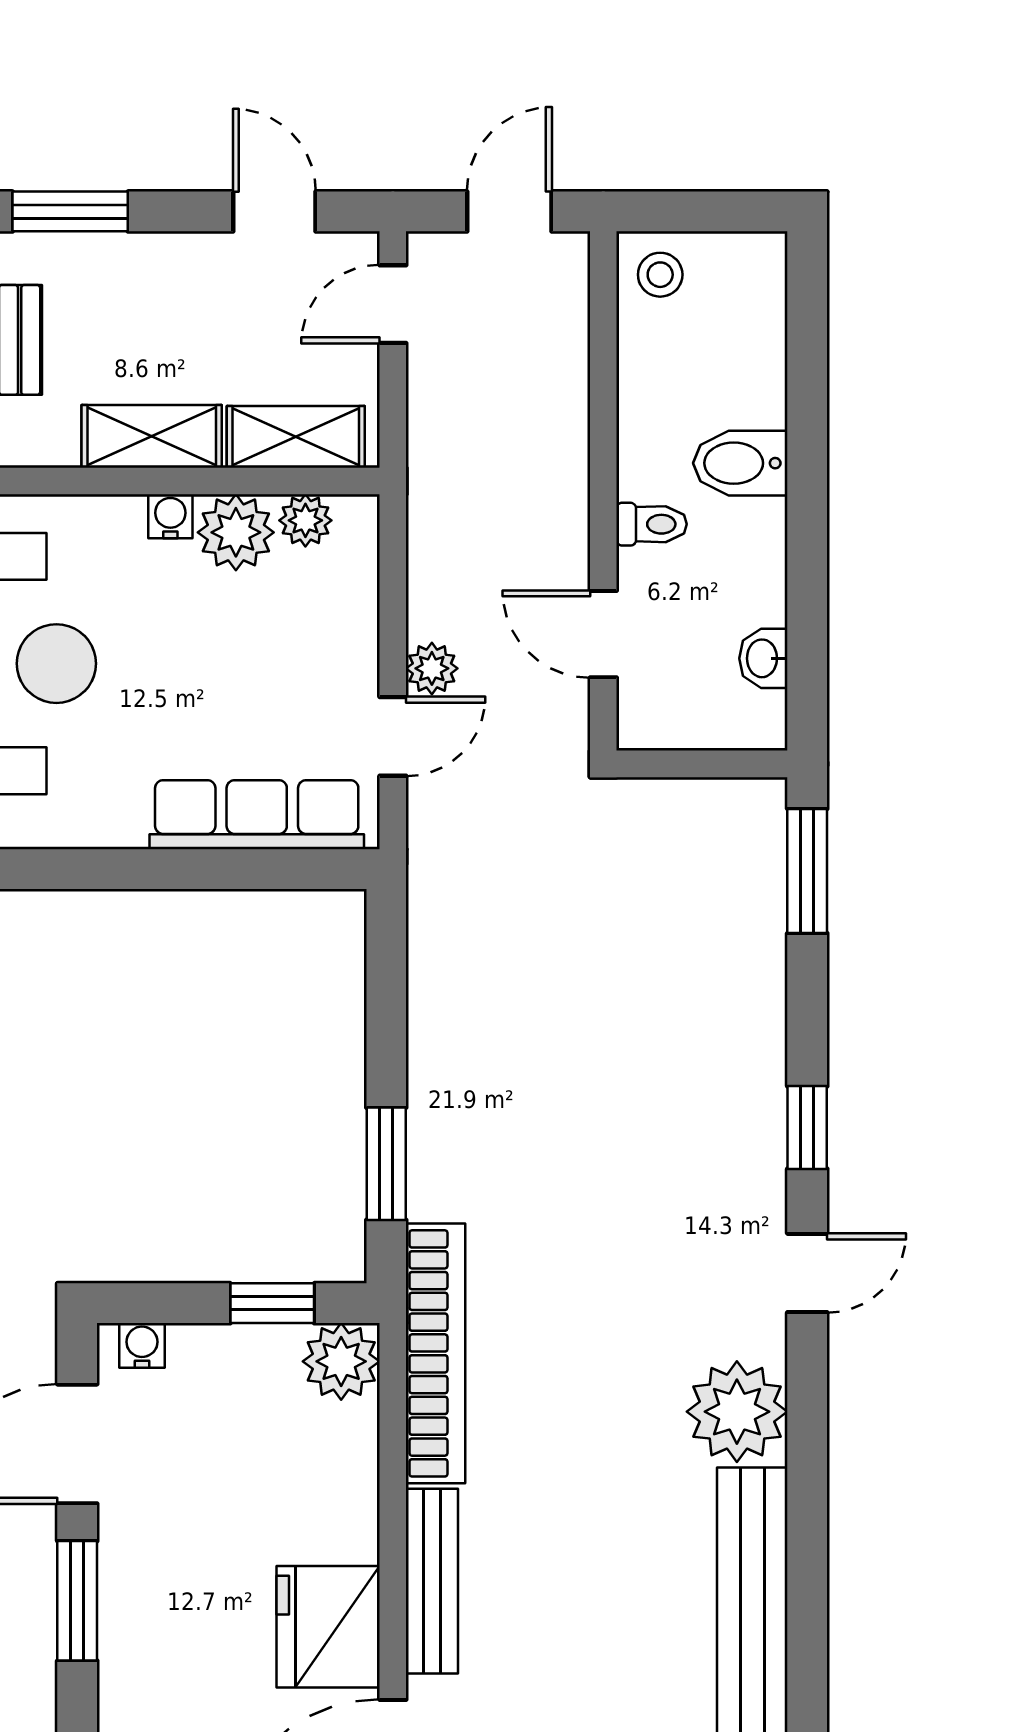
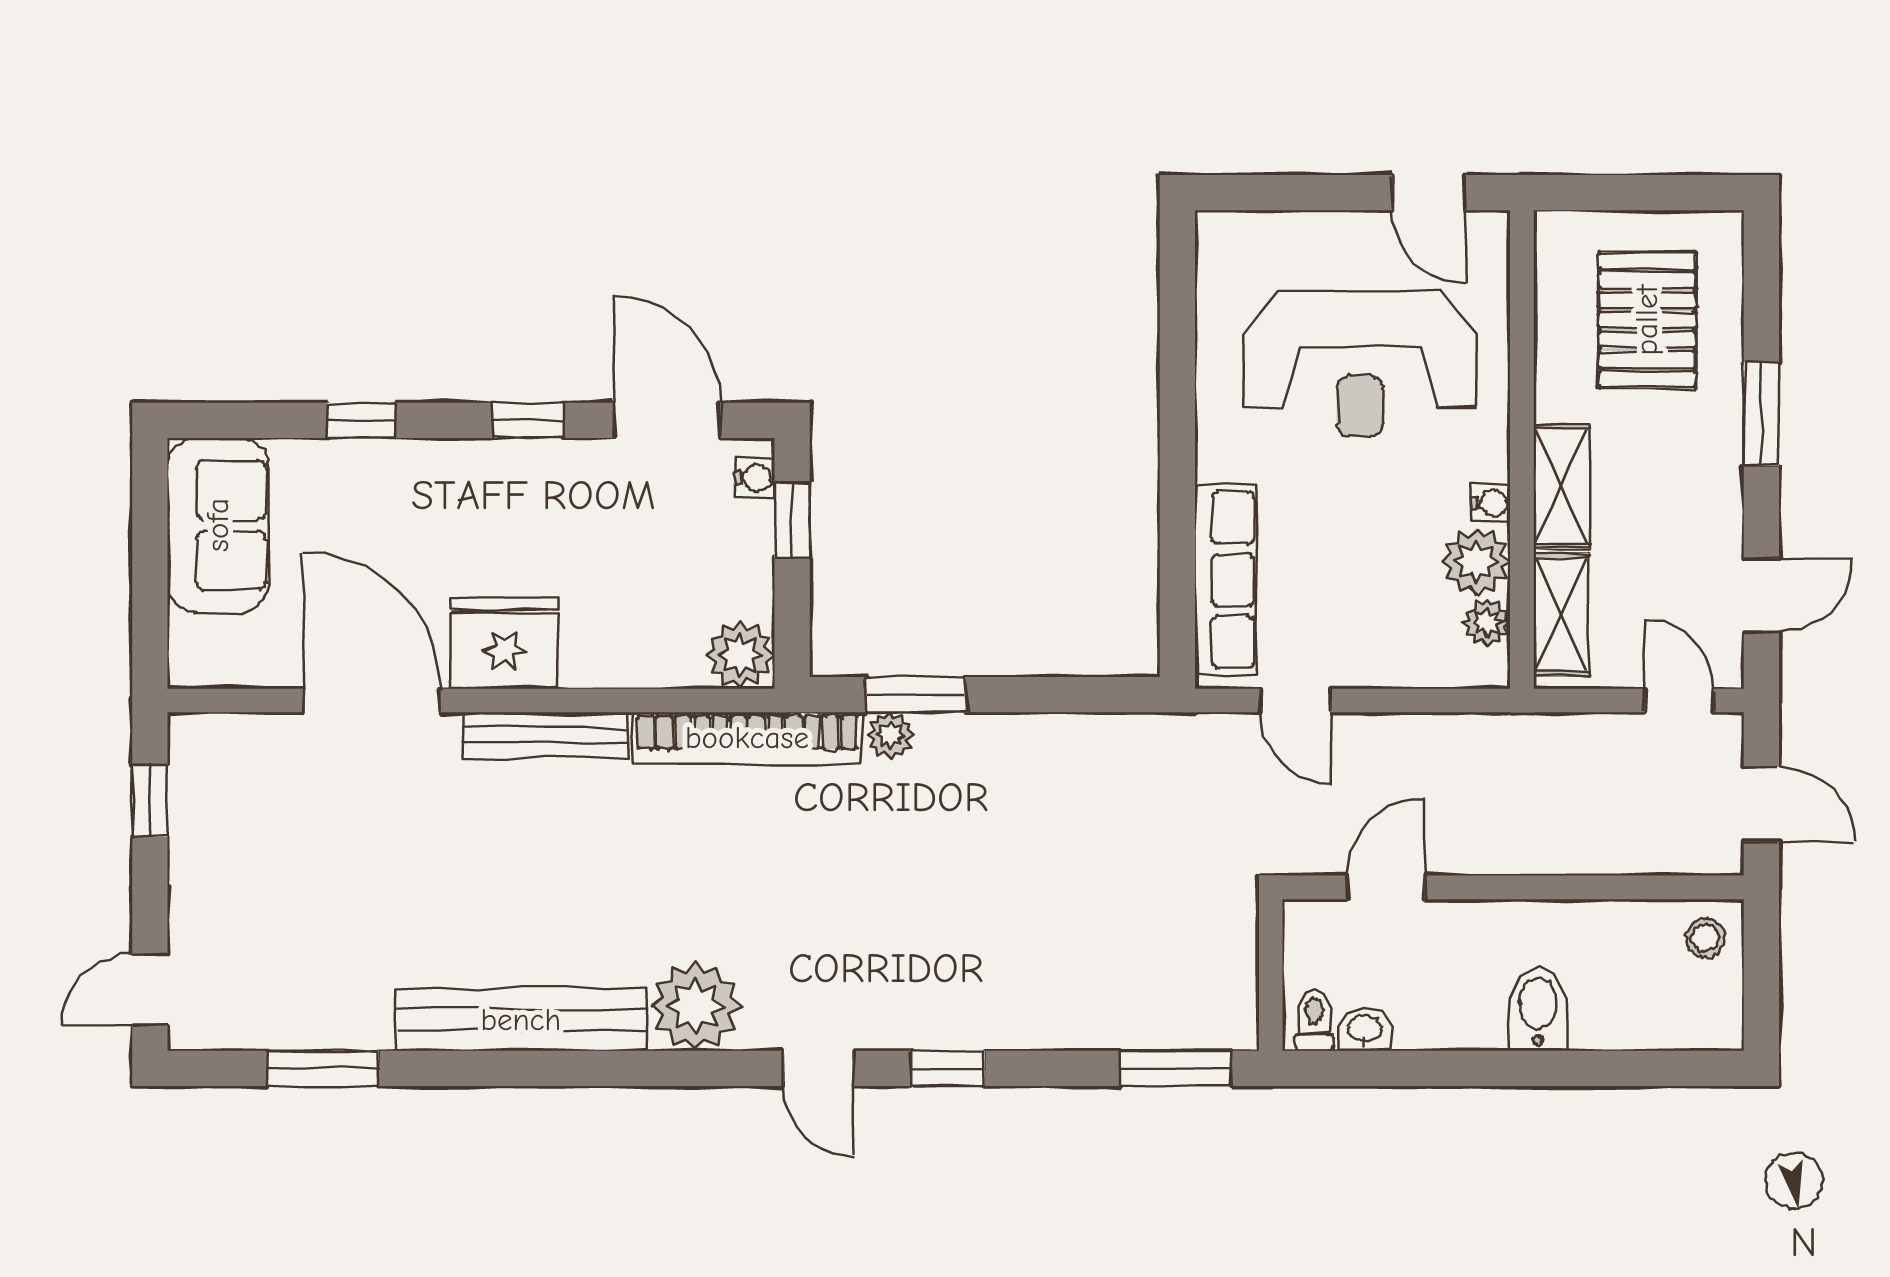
toilet: (652, 524) -> (1314, 1020), moved, turned 180
plant: (432, 668) -> (890, 735), moved
window: (272, 1303) -> (792, 520), moved
window: (77, 1601) -> (528, 420), width x0.67

